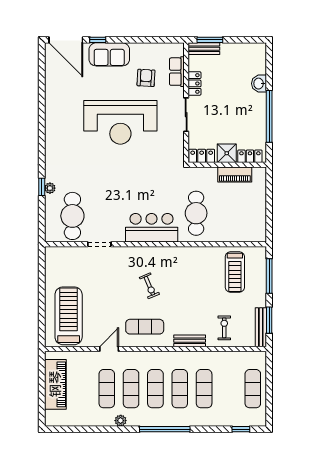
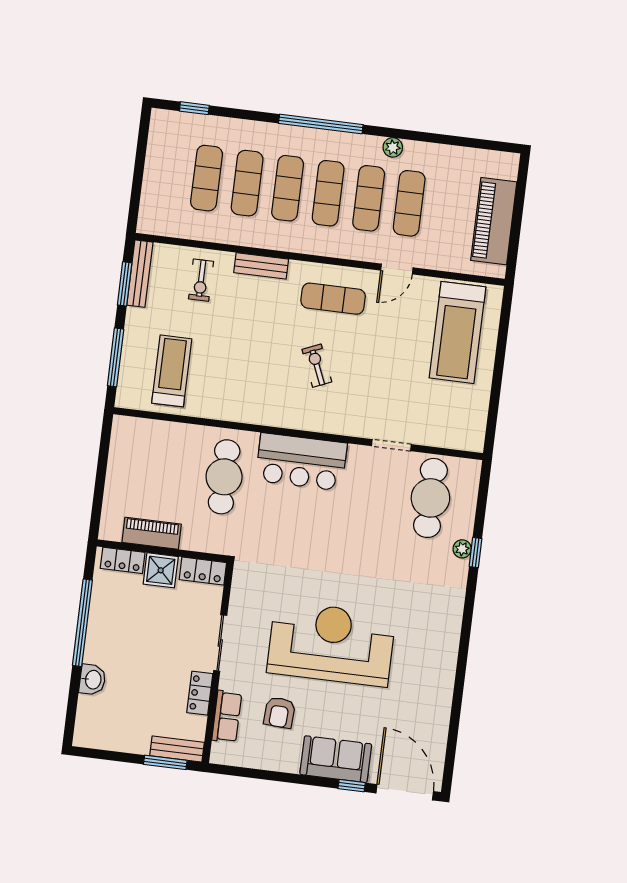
exercise mat: (253, 389) -> (207, 178), moved

